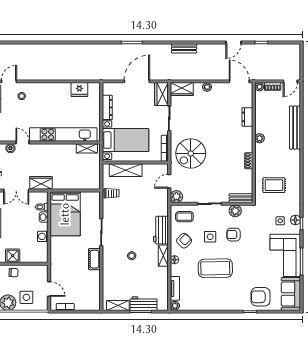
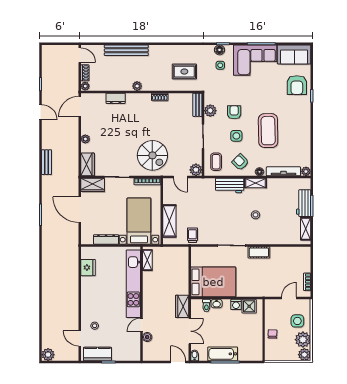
rug: (274, 185) -> (184, 72), turned 90
armchair: (234, 235) -> (234, 112), turned 180
shower: (13, 256) -> (249, 306), moved
tv unit: (175, 288) -> (283, 171), width x1.41

